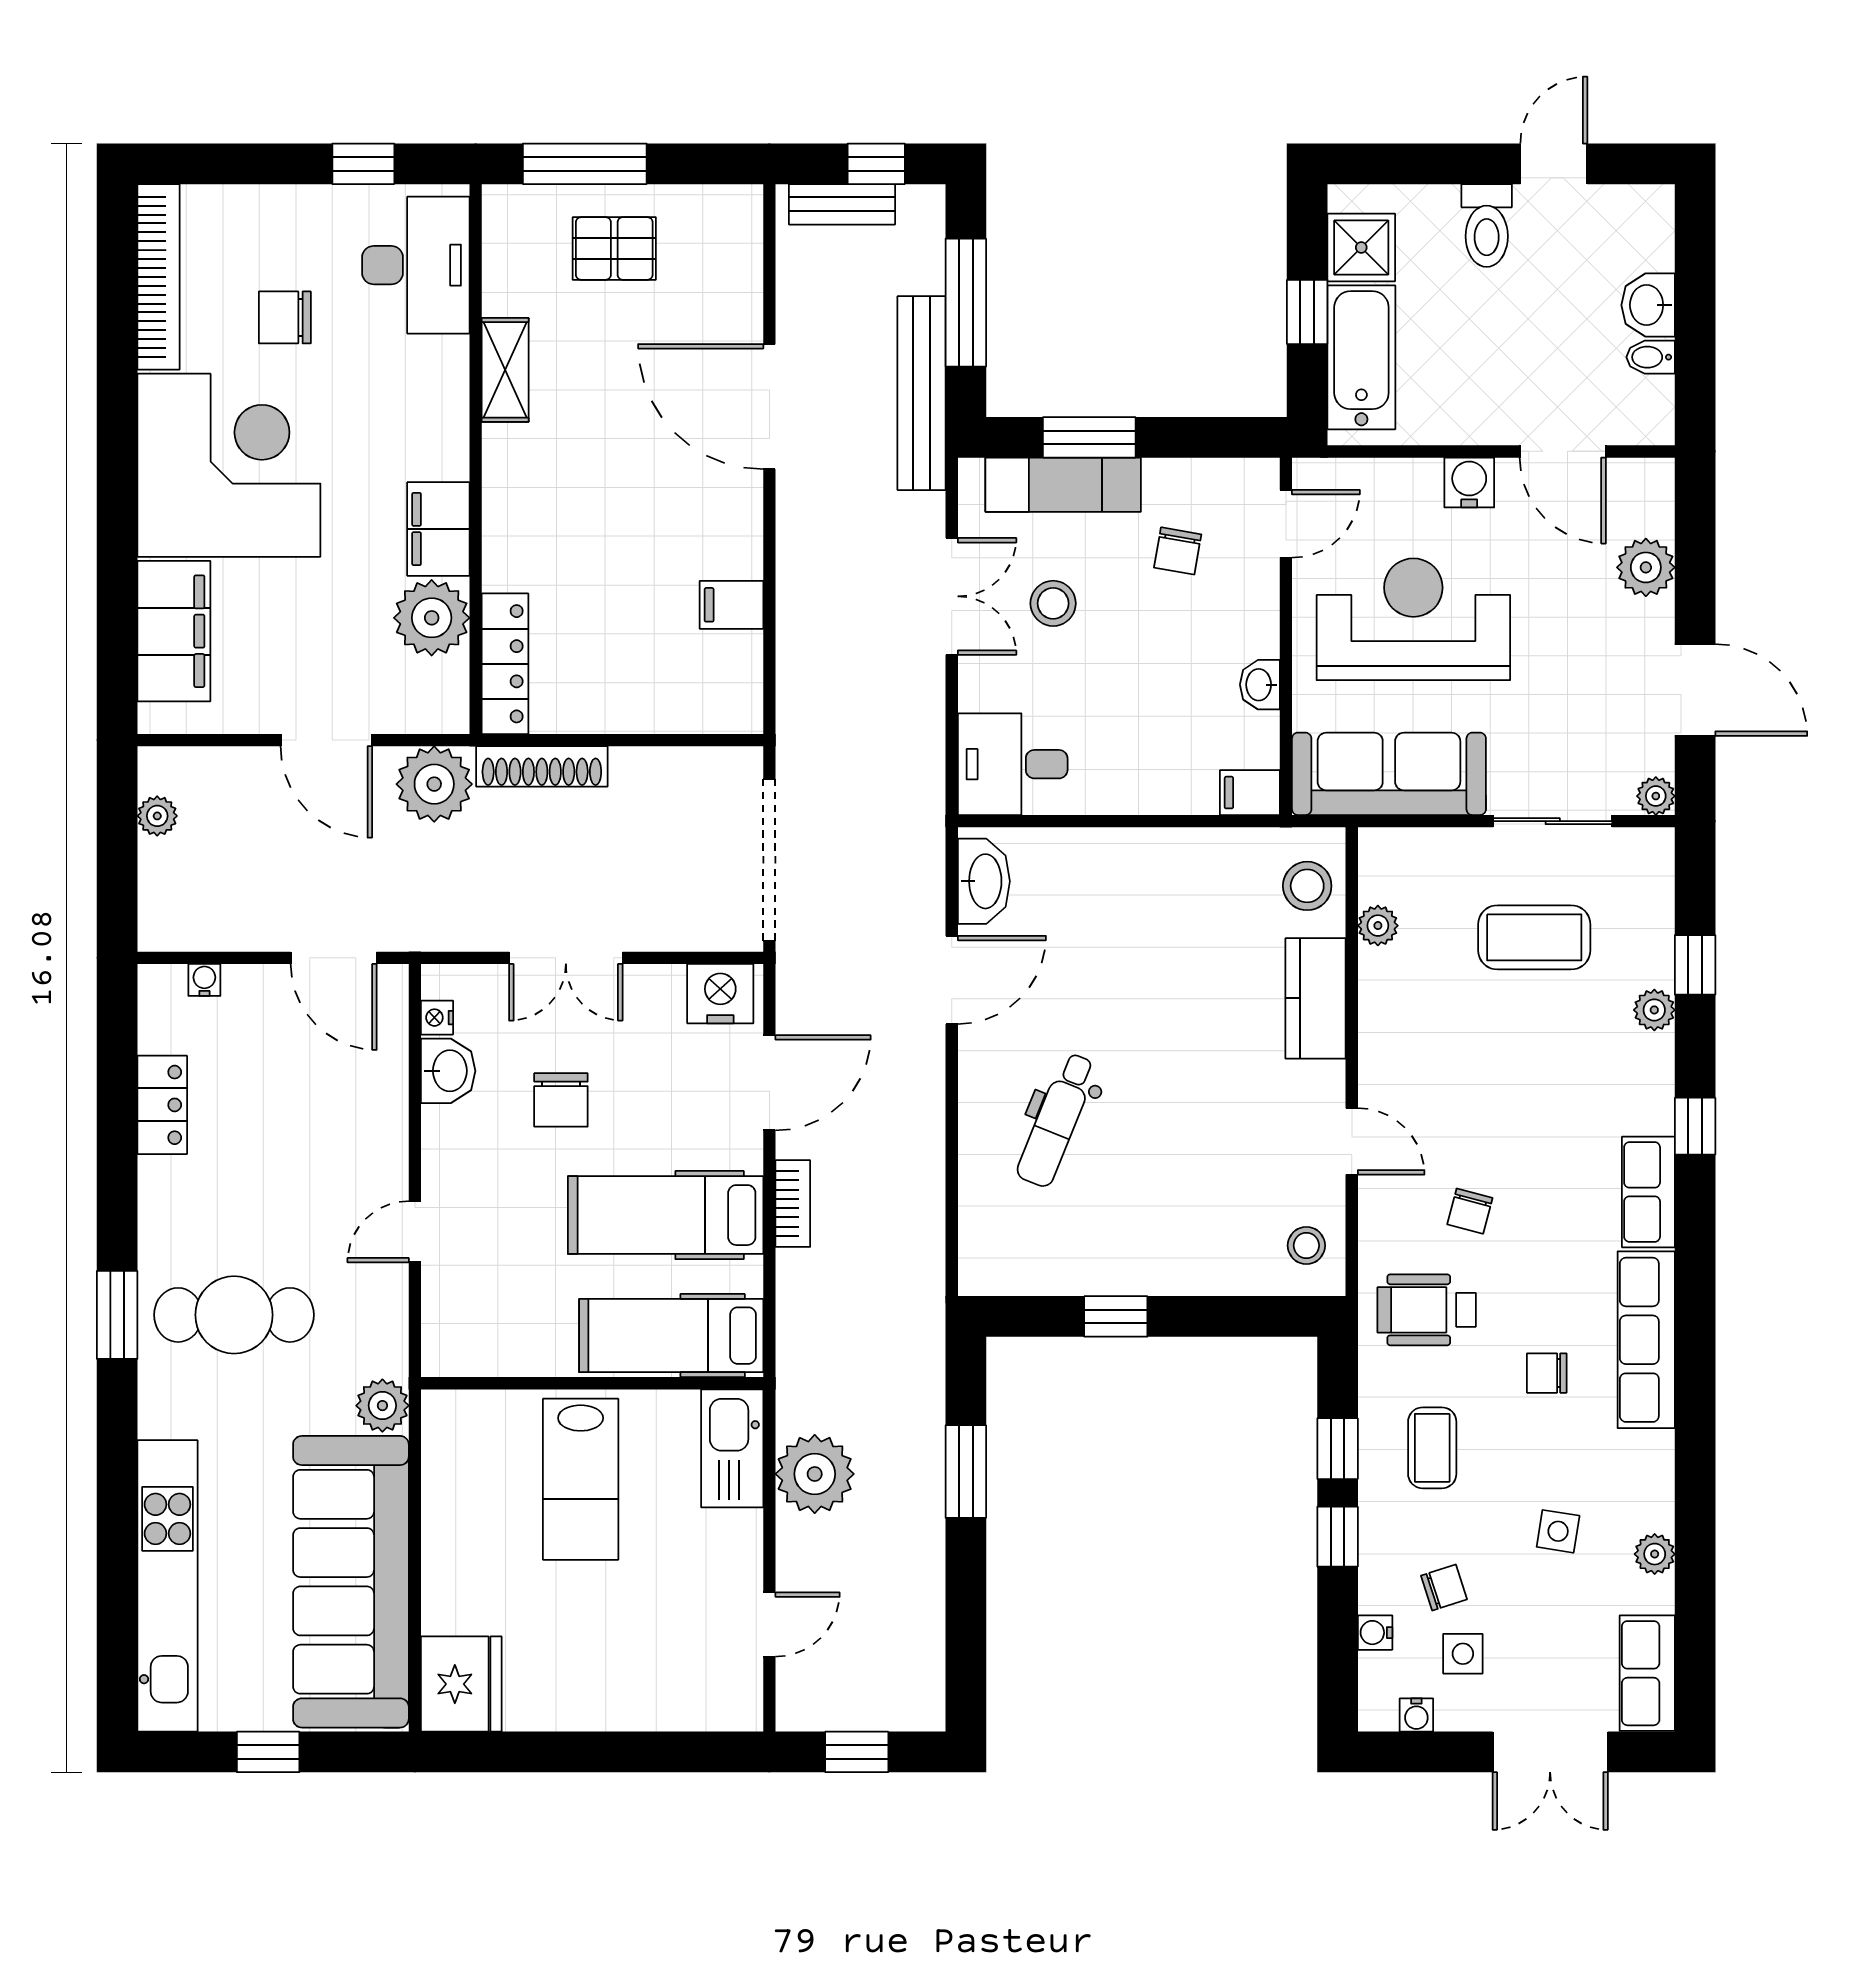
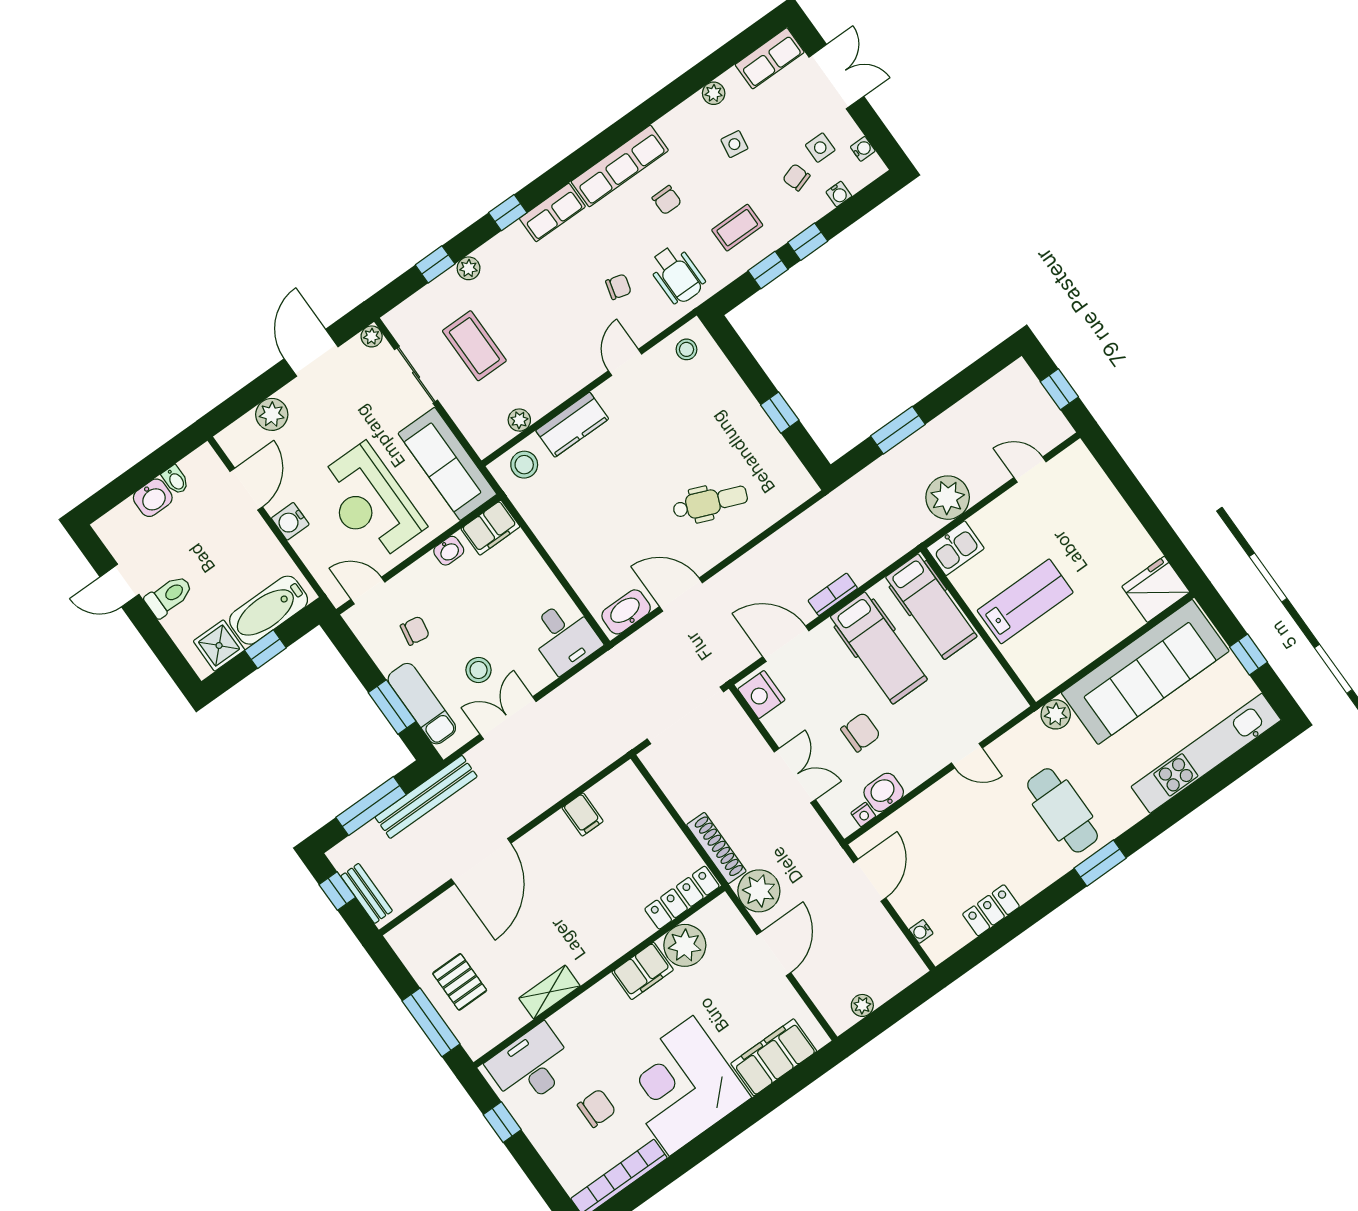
chair: (285, 317) -> (597, 1108), turned -90
filing cabinet: (1250, 793) -> (490, 528), width x2.00
kitchen sink: (732, 1448) -> (955, 548), width x0.73

